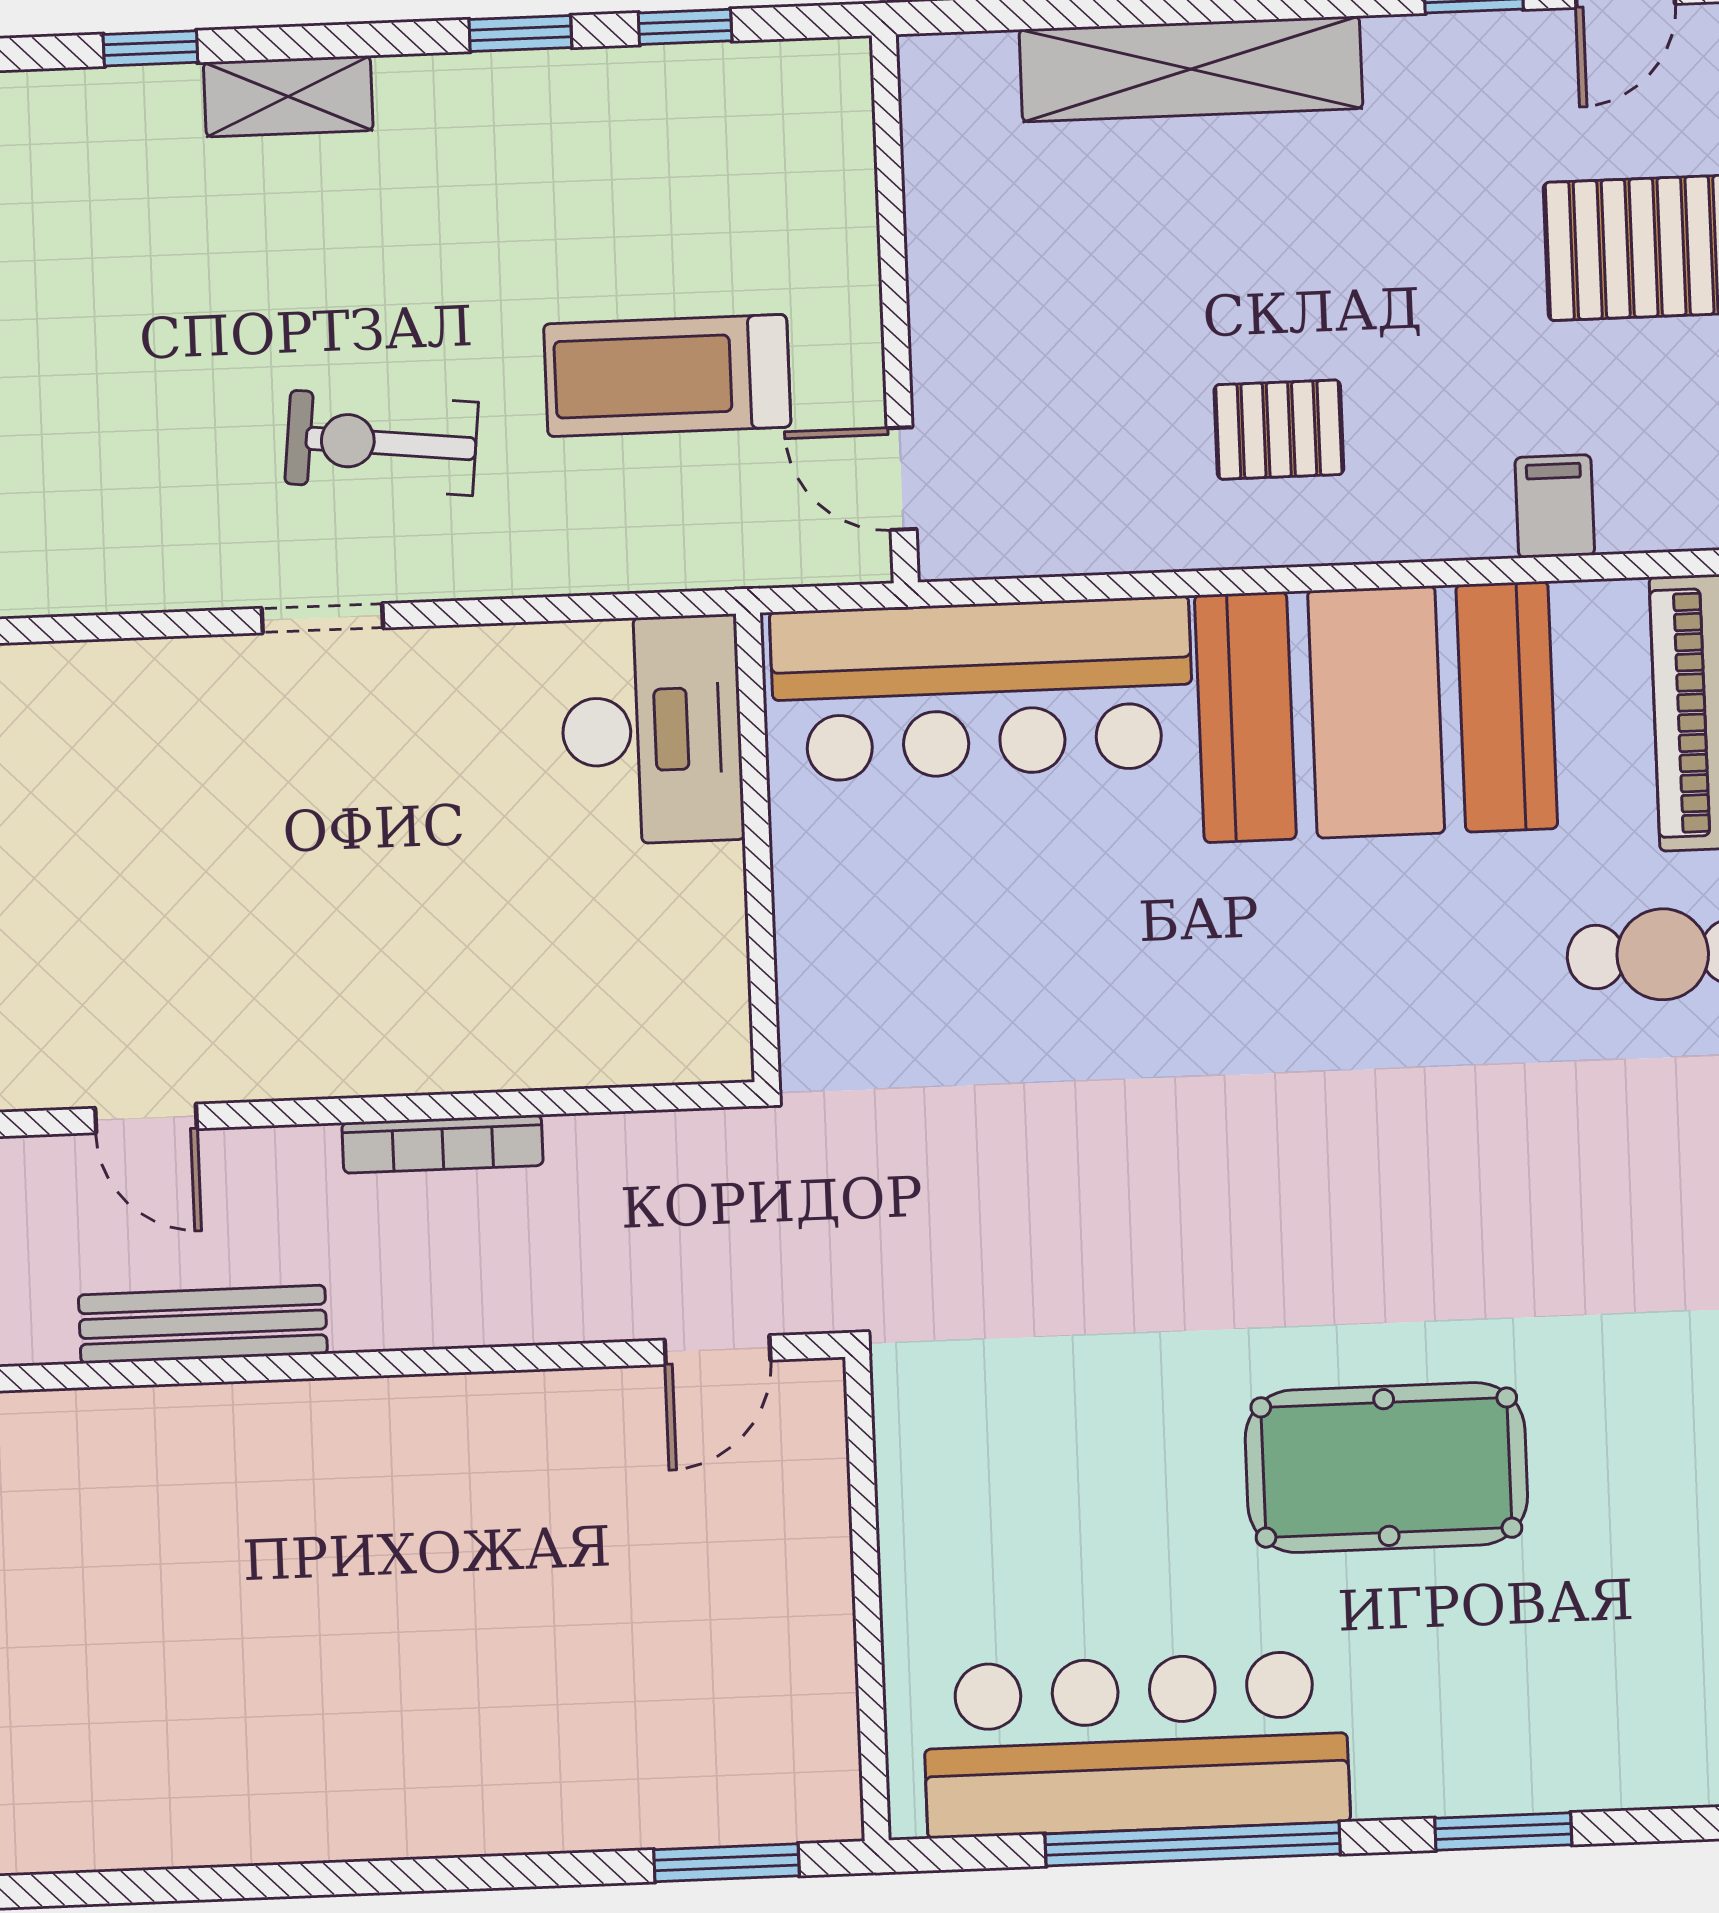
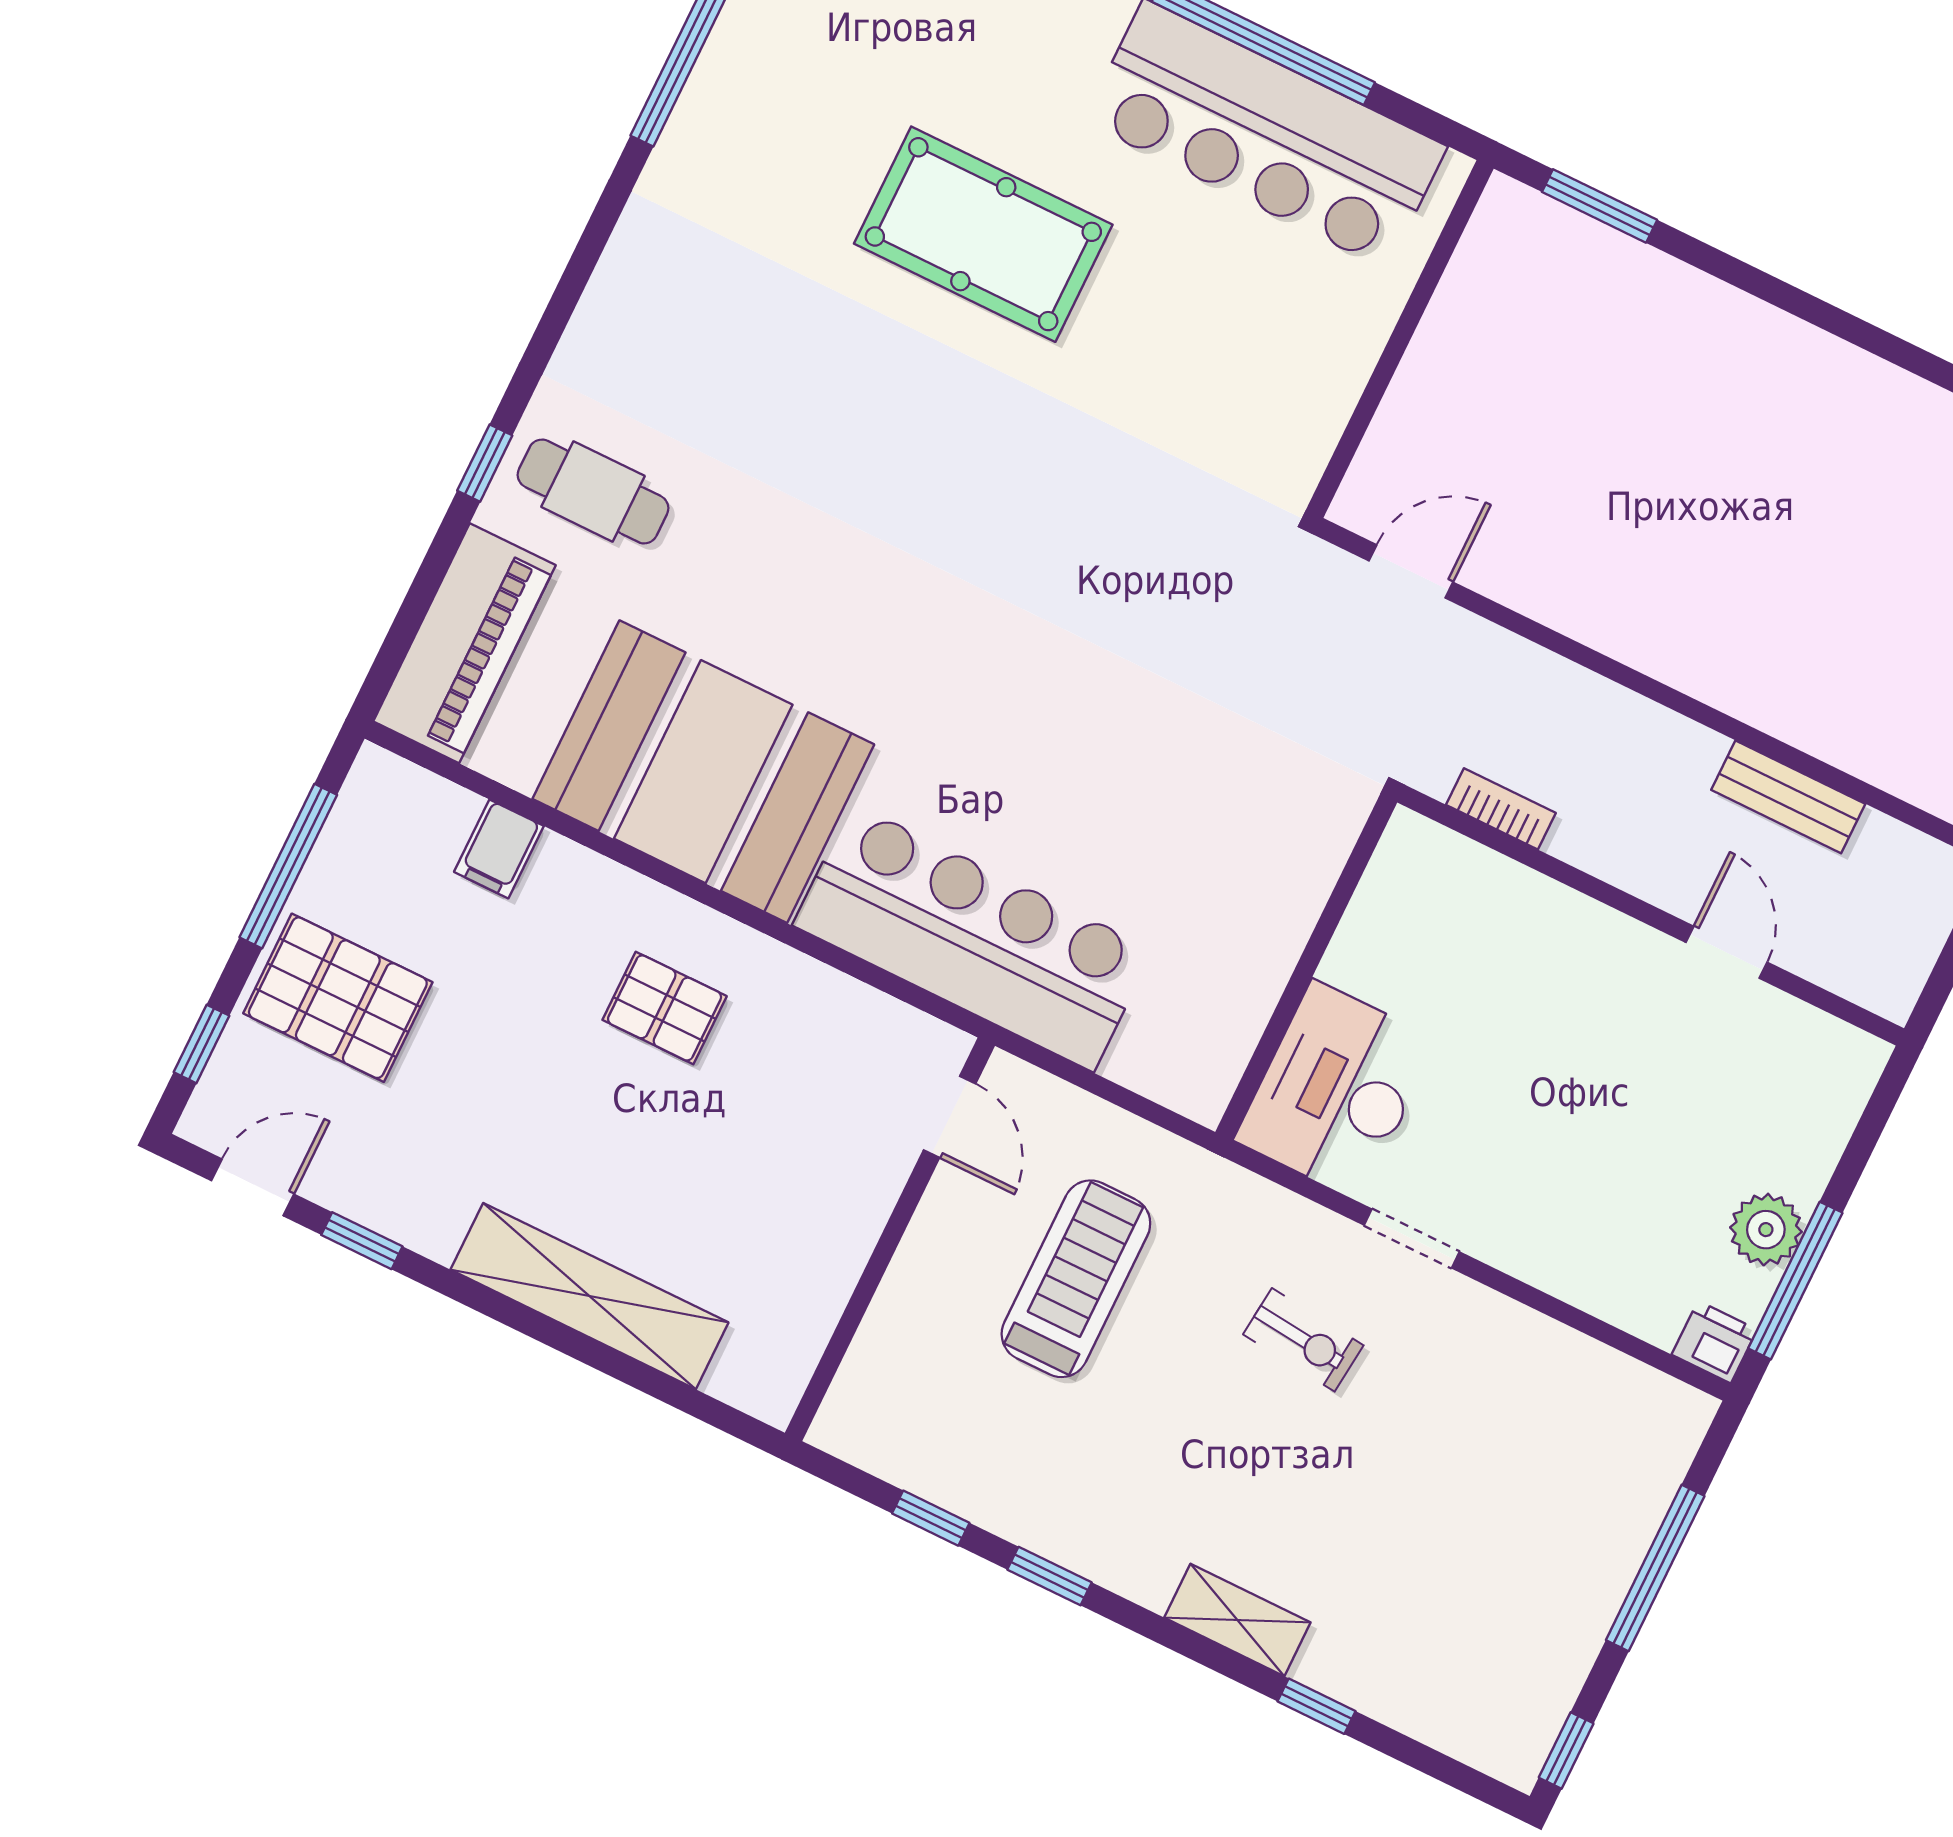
treadmill: (667, 376) -> (1076, 1279), turned -90
exercise bike: (382, 443) -> (1303, 1340), width x0.73, depth x0.72
desk: (652, 730) -> (1336, 1090), moved
wall: (757, 847) -> (1306, 967), moved
bookcase: (443, 1144) -> (1501, 809), width x0.64
bench: (203, 1324) -> (1788, 797), width x0.73

